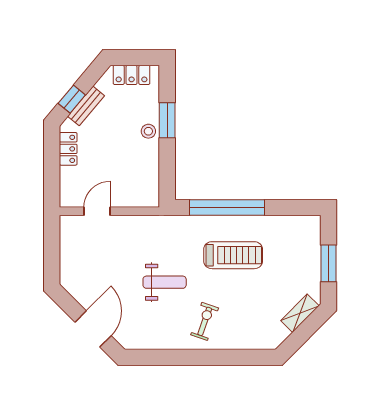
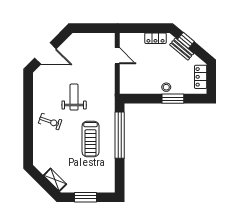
weight bench: (165, 282) -> (74, 97), turned 180

